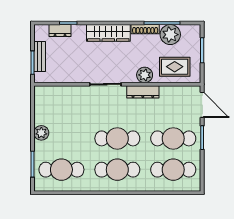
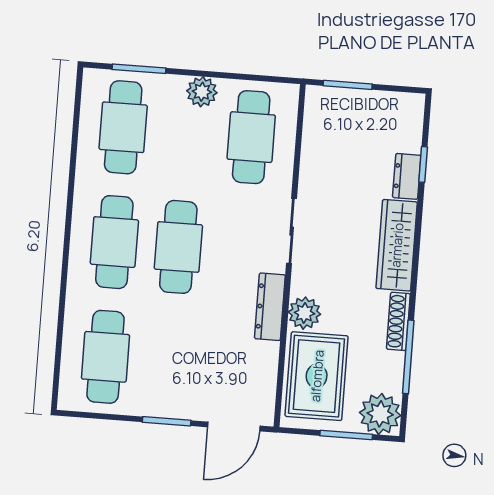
dresser: (60, 31) -> (407, 176), moved
plant: (170, 35) -> (380, 414), moved
bench: (40, 56) -> (359, 101), removed
rug: (175, 67) -> (317, 376), width x1.36, depth x1.43
cafe table: (173, 138) -> (251, 137), moved

